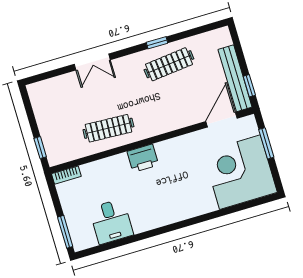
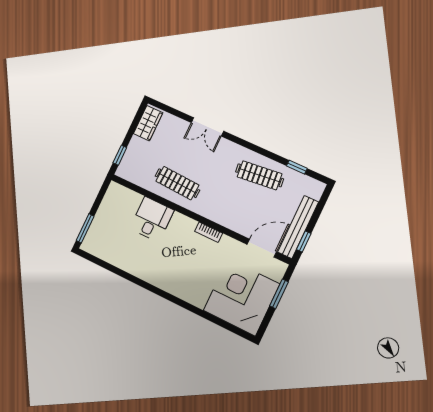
window: (157, 43) -> (297, 167), moved
wardrobe: (40, 101) -> (148, 123), added
printer: (143, 158) -> (182, 225), removed
bookcase: (66, 175) -> (209, 232), moved
desk: (111, 221) -> (152, 219), moved, turned 180

